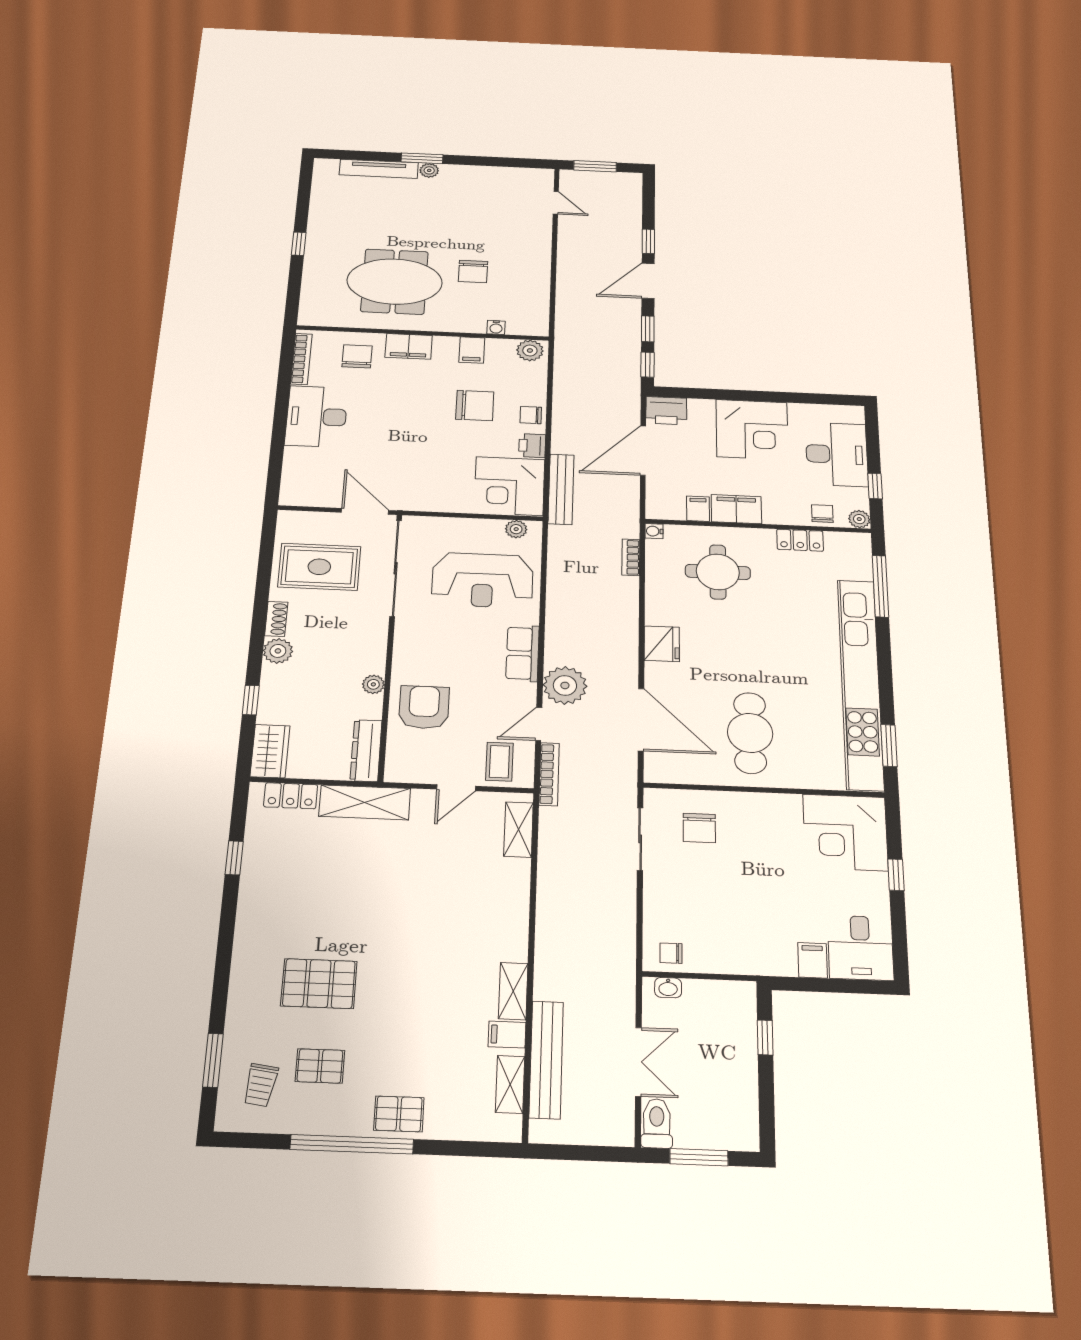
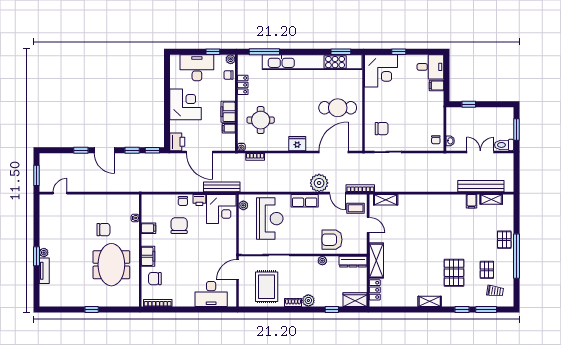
tv unit: (379, 169) -> (44, 271), width x0.71
plant: (530, 350) -> (147, 202), removed
desk: (316, 417) -> (211, 294), moved
window: (234, 858) -> (462, 309), moved
shelving: (513, 991) -> (430, 301), moved

